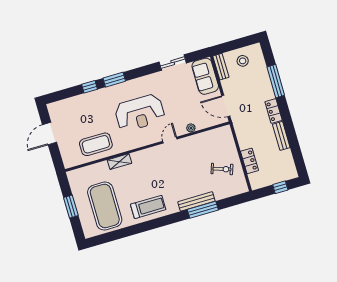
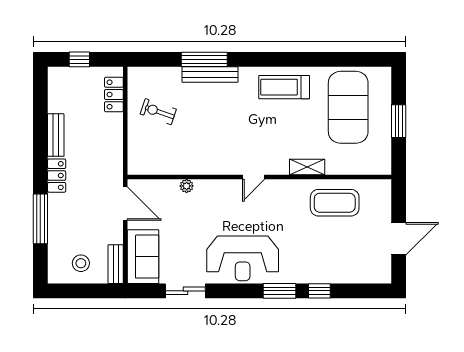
reception desk: (140, 113) -> (243, 258), moved, turned 180
door: (170, 140) -> (254, 177), moved
locker: (249, 161) -> (114, 94), moved

